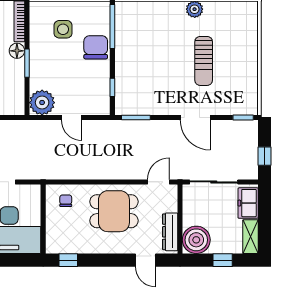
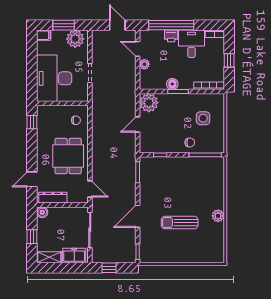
chair: (96, 47) -> (190, 142), width x0.54, depth x0.54
floor lamp: (17, 51) -> (172, 84), moved
boiler: (196, 240) -> (42, 212), width x0.54, depth x0.54

